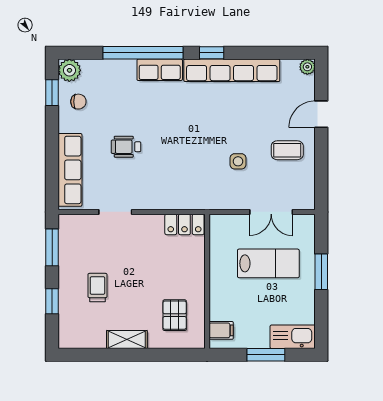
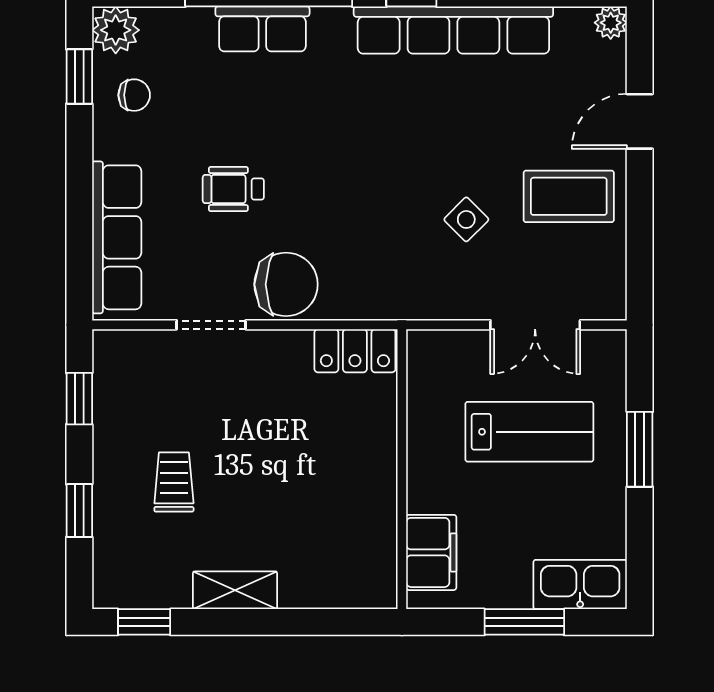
row of seats: (160, 70) -> (262, 29), moved
coffee table: (287, 150) -> (569, 196), width x1.36, depth x1.30
side table: (238, 161) -> (466, 219), turned 45
chair: (151, 193) -> (286, 284), added
window: (52, 247) -> (79, 399), width x0.67
pallet: (175, 315) -> (334, 539), removed
filing cabinet: (221, 330) -> (431, 552), width x2.00
window: (83, 355) -> (144, 622), added

